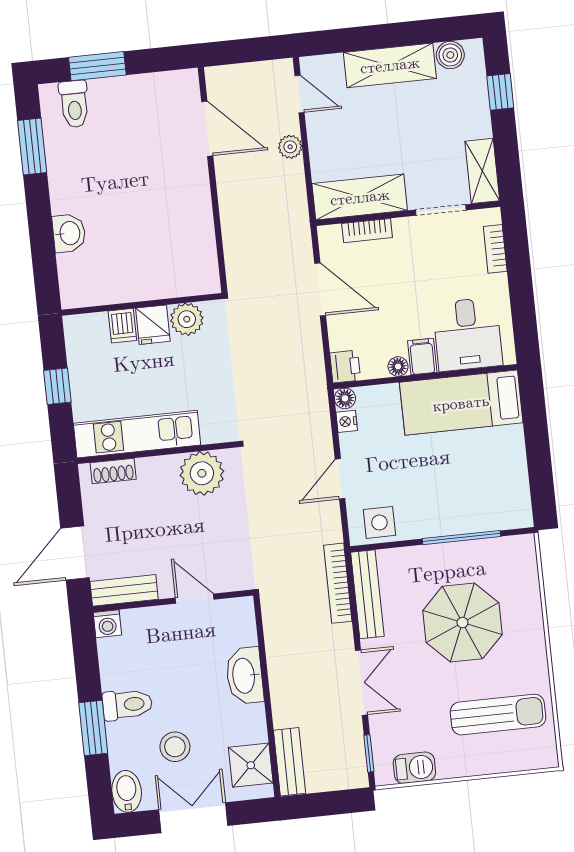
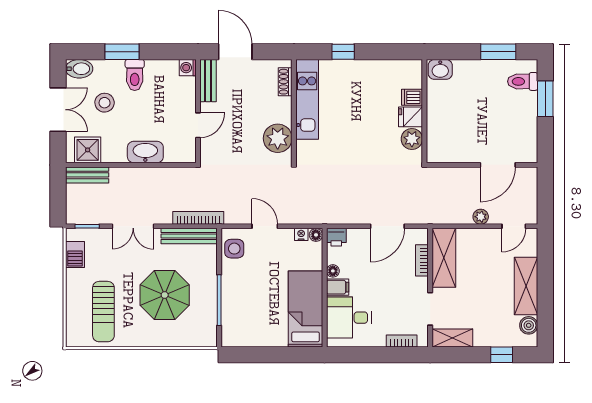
wall: (142, 304) -> (424, 111), moved
plant: (187, 319) -> (412, 139), moved
fridge: (153, 325) -> (411, 117), moved
dishwasher: (122, 326) -> (412, 97), moved

